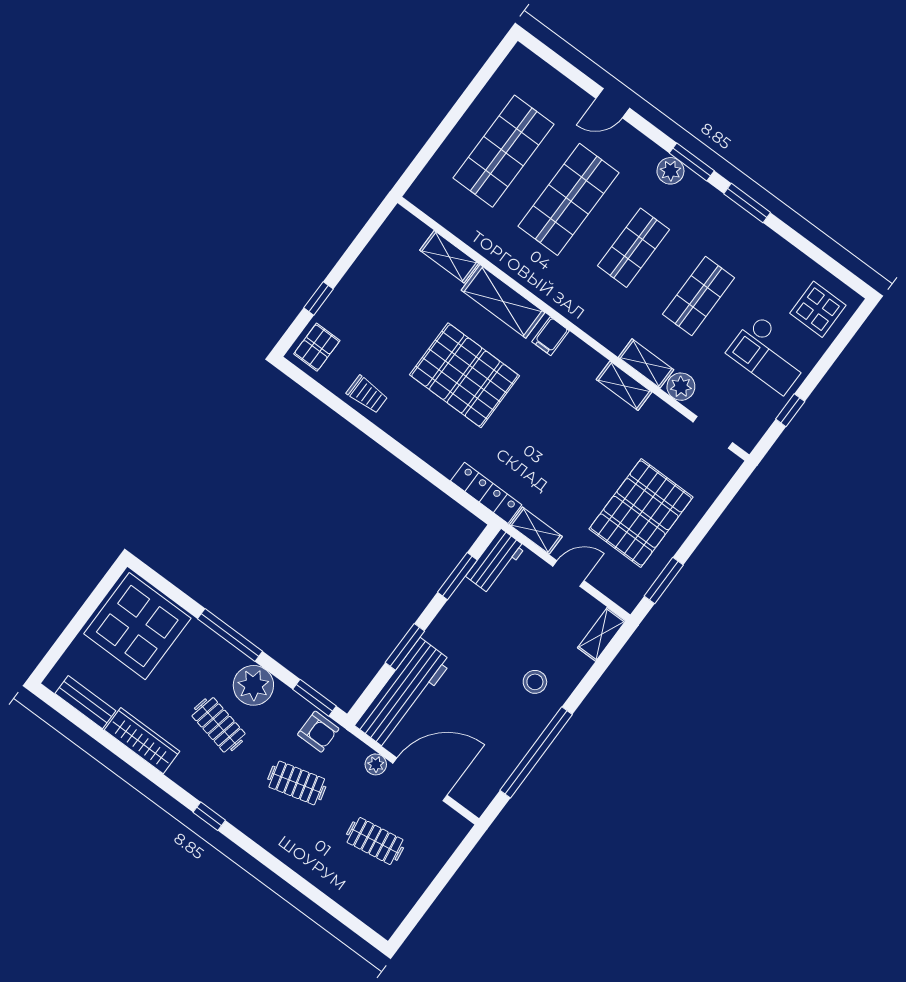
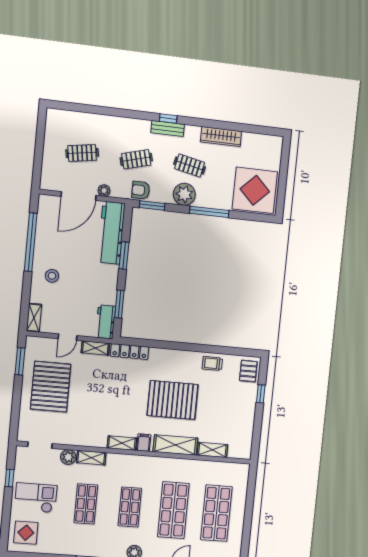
shelving: (624, 386) -> (122, 443), moved
bench: (85, 702) -> (168, 128), moved

